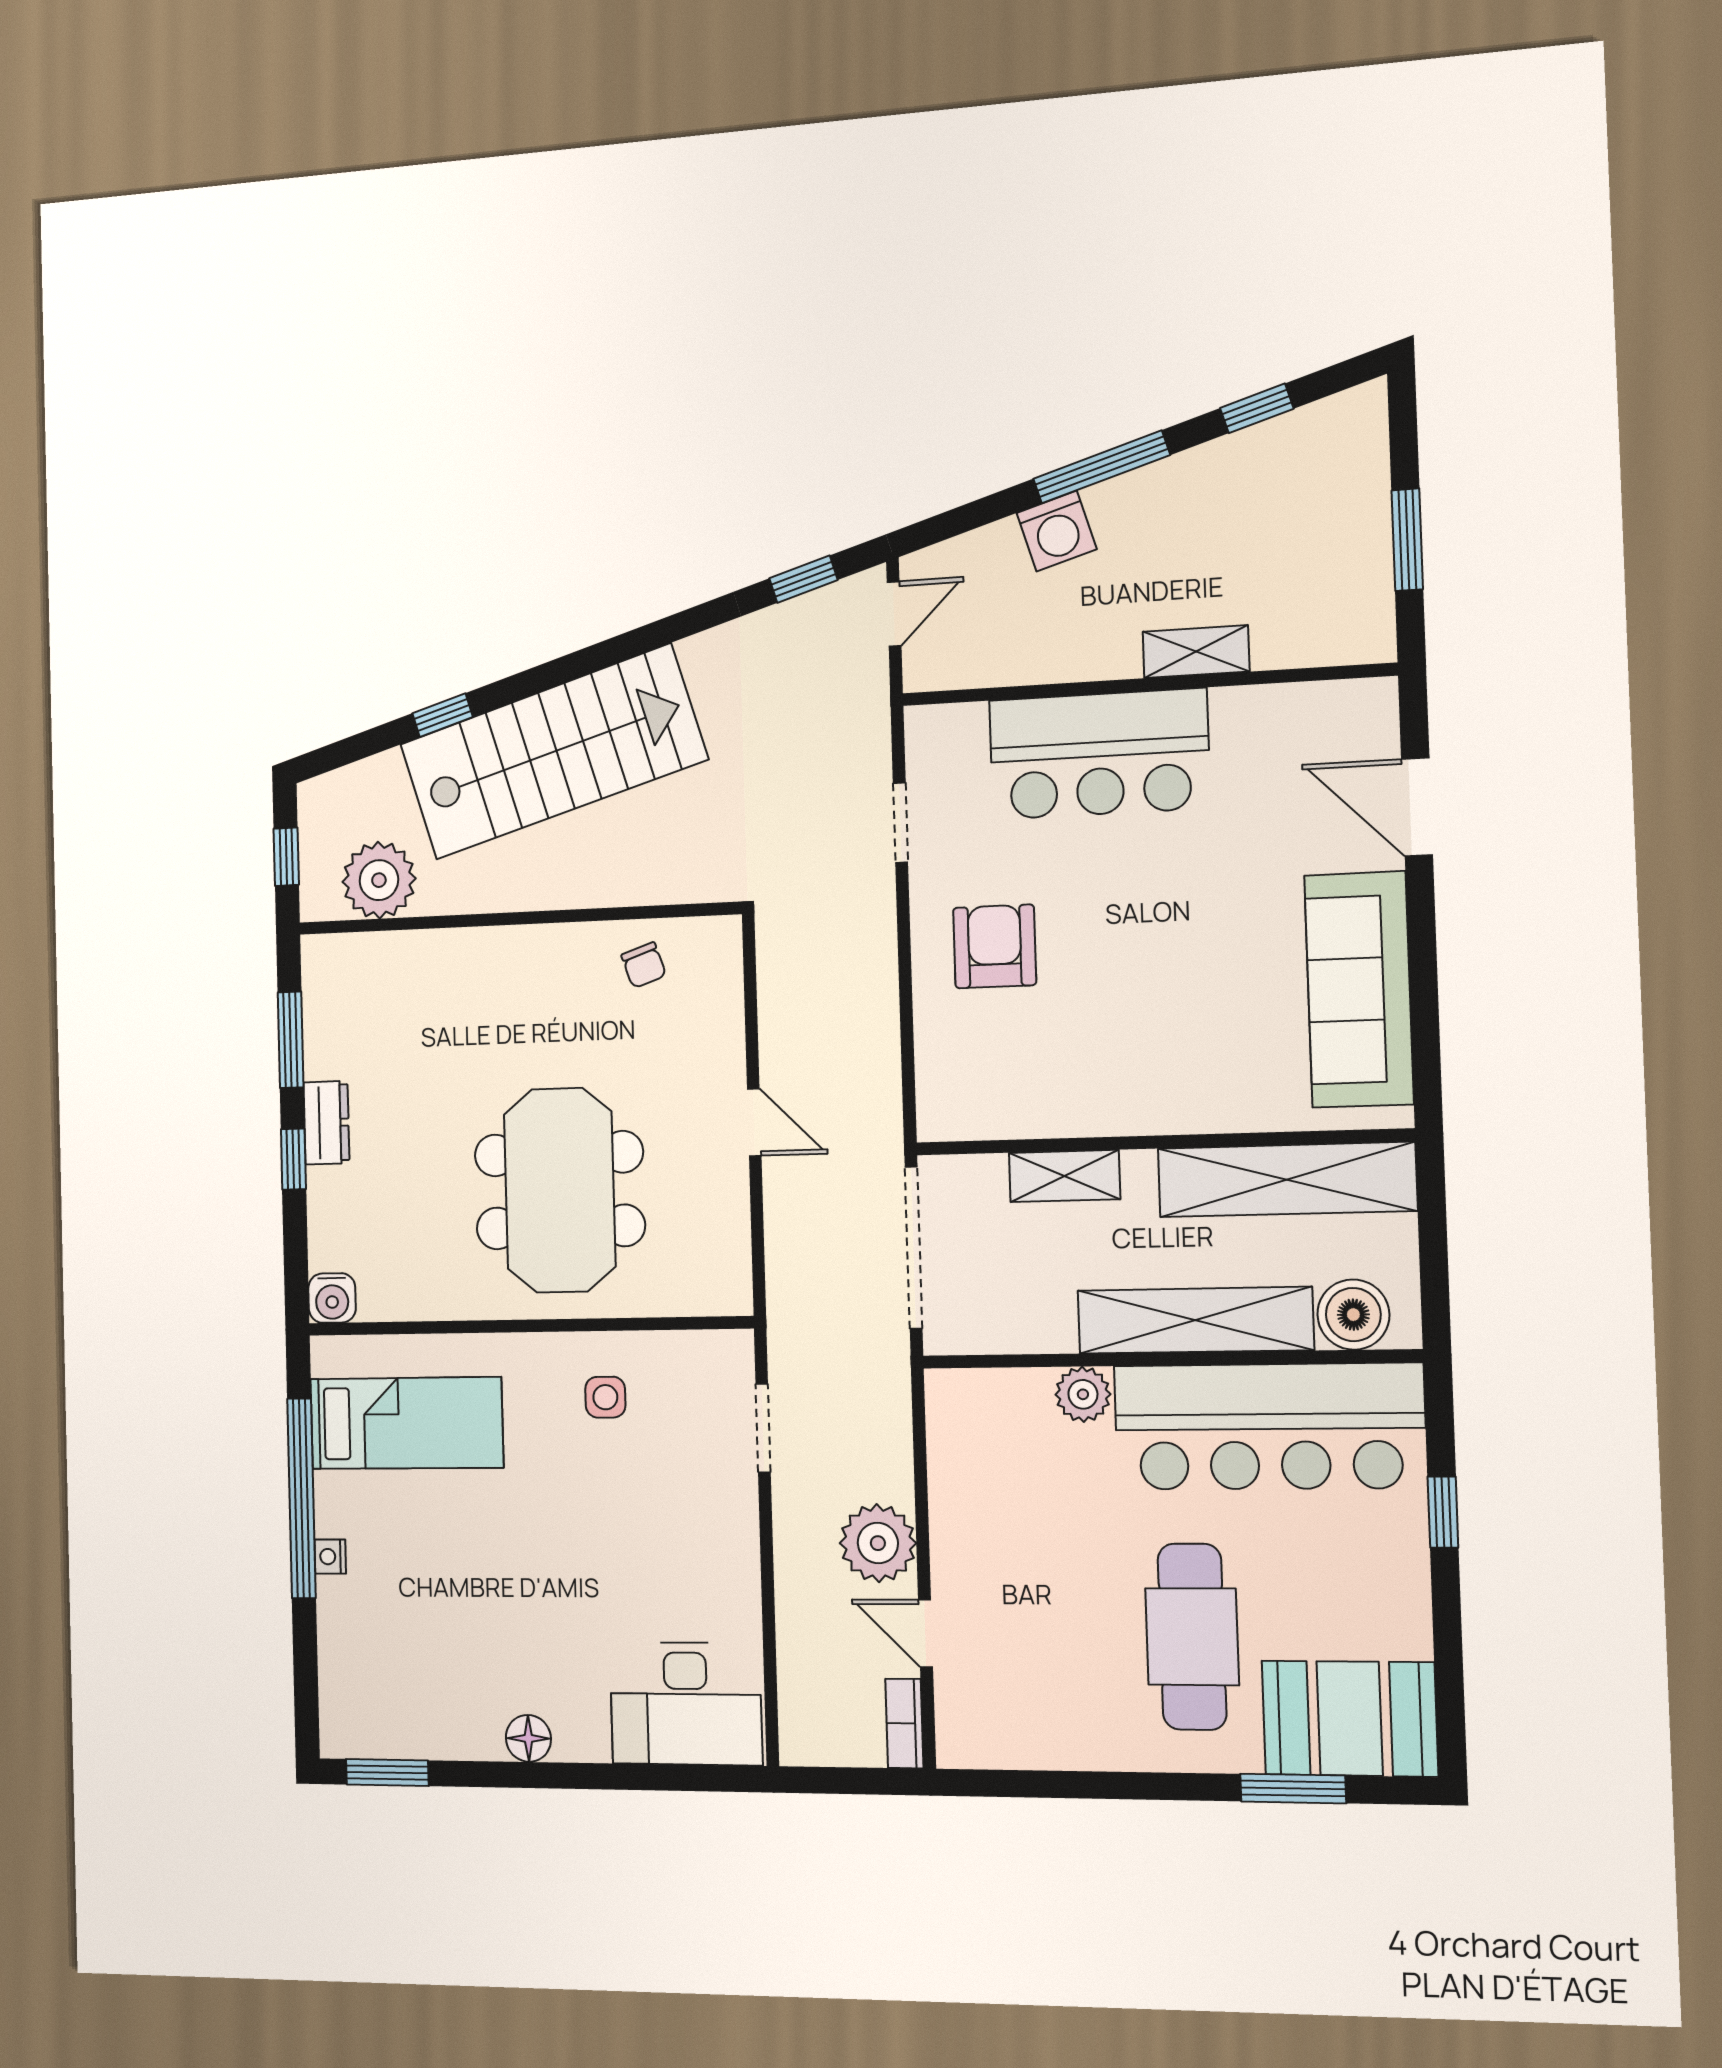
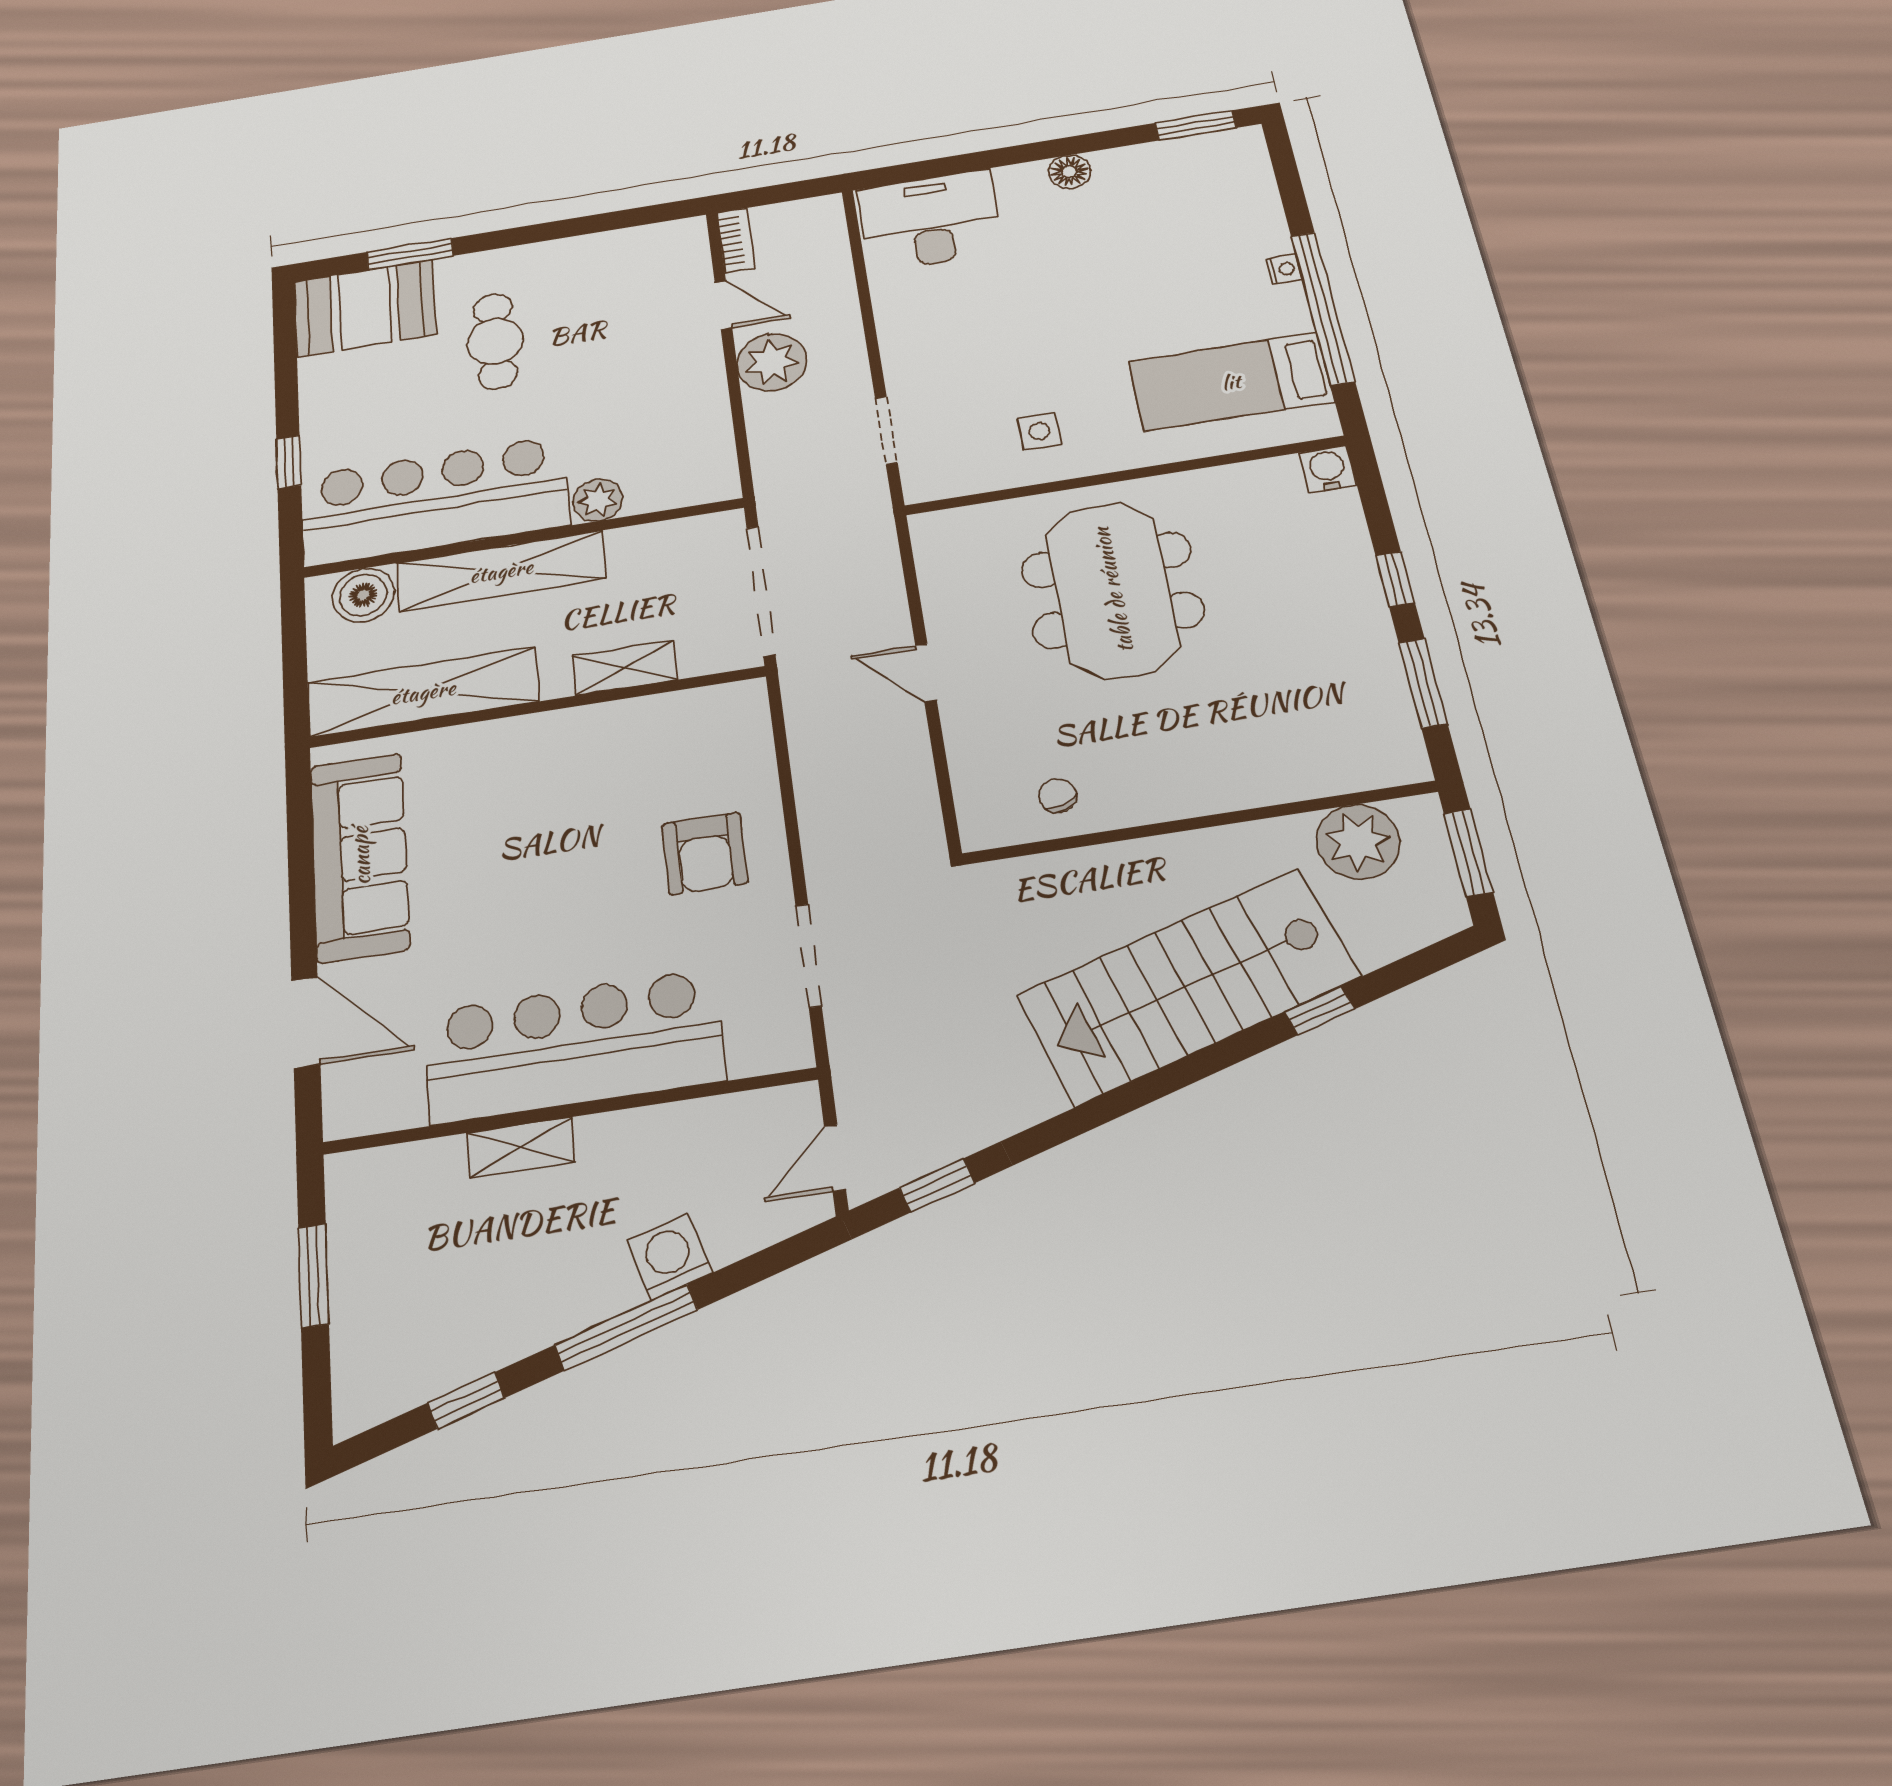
bar counter: (1099, 754) -> (573, 1046), width x1.36
doorway: (900, 823) -> (809, 956), width x1.38
window: (286, 857) -> (1468, 853), width x1.50
dresser: (326, 1123) -> (1367, 615), removed
cafe table: (1192, 1637) -> (495, 341), width x0.73, depth x0.74

